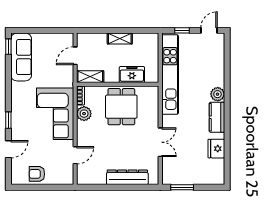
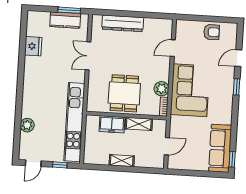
shelving: (90, 77) -> (139, 124), moved
plant: (218, 94) -> (27, 125), moved
kitchen counter: (217, 117) -> (65, 20), moved, turned 90

